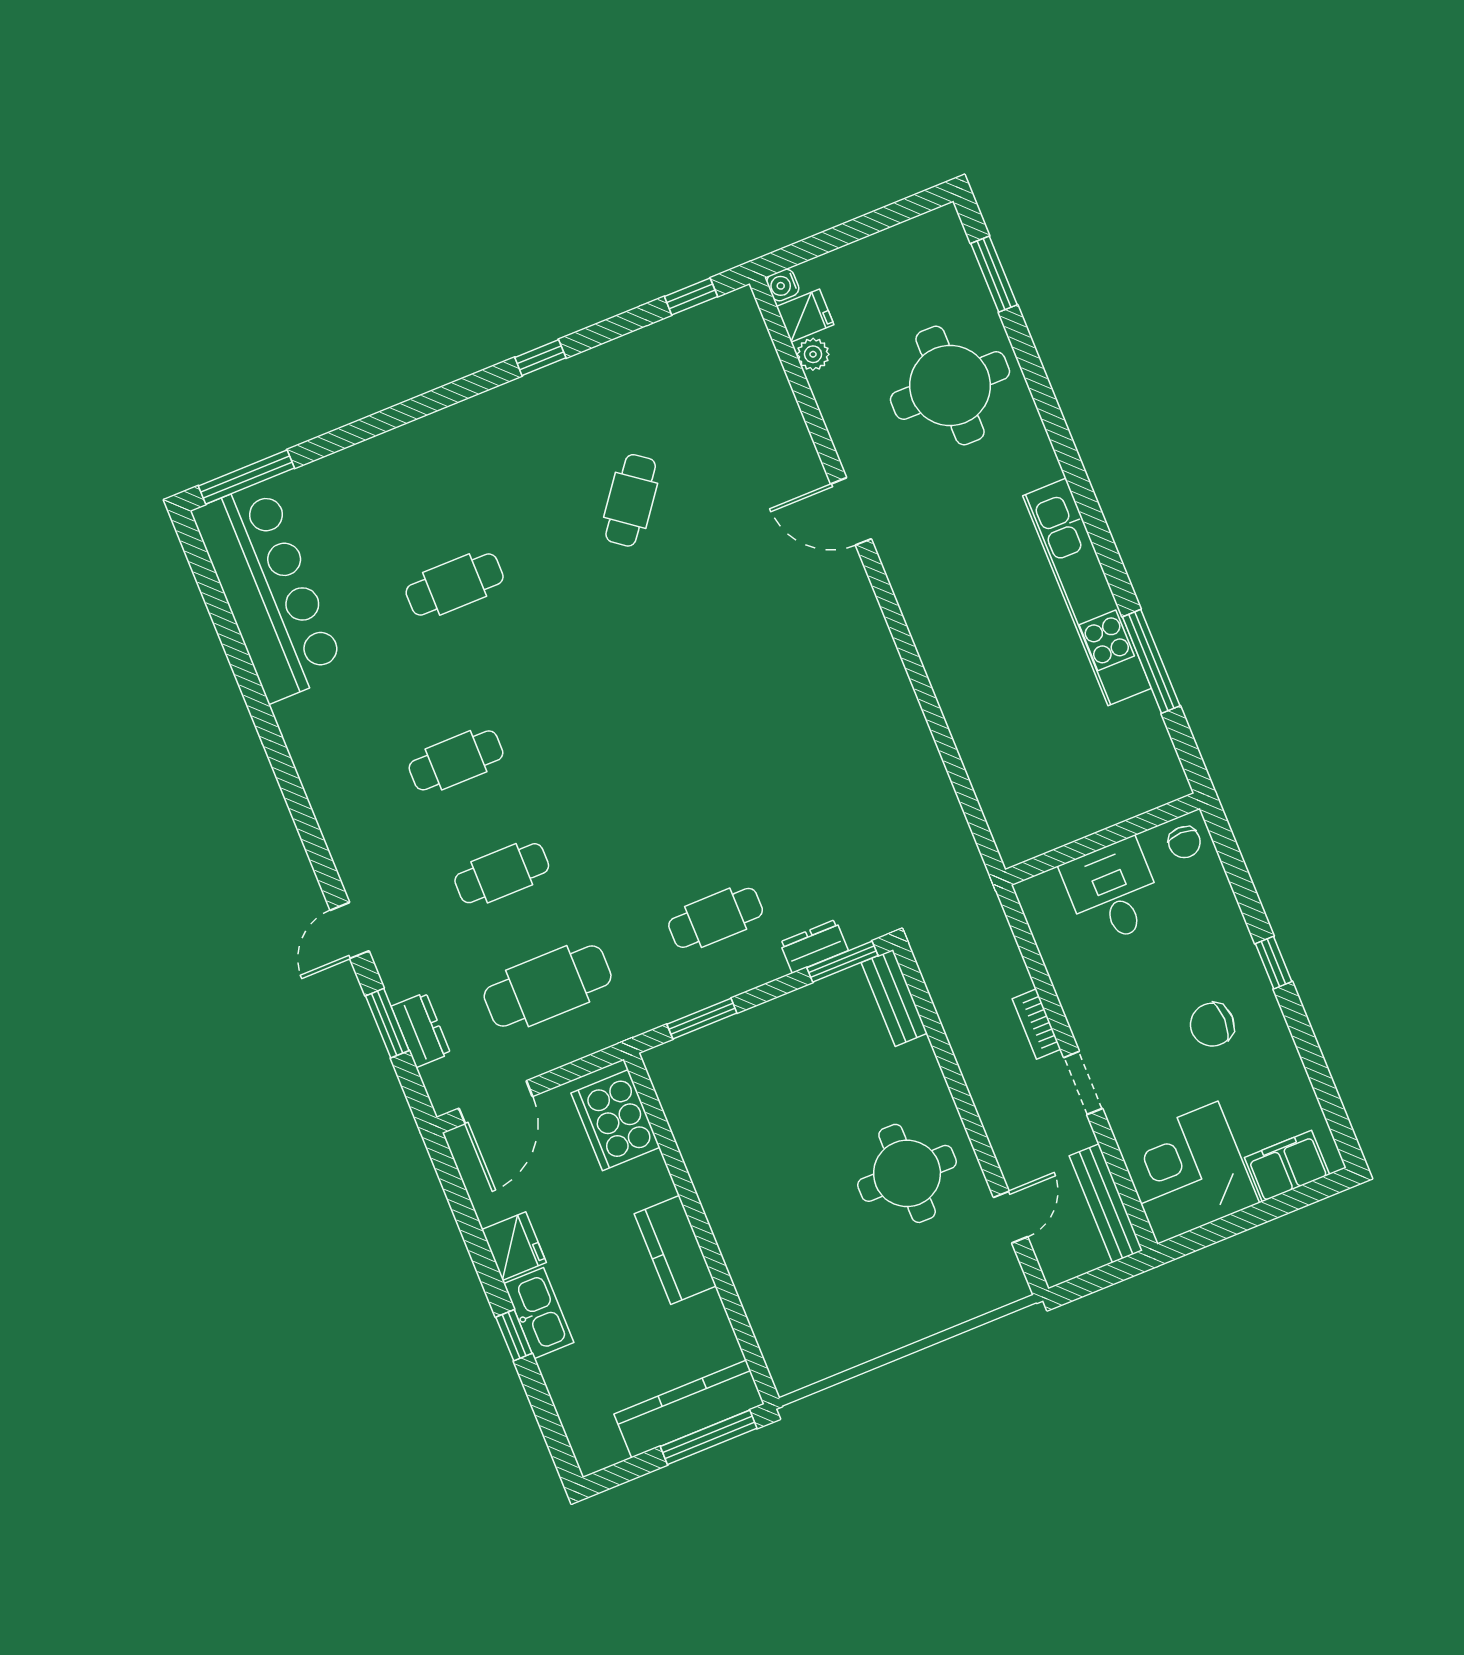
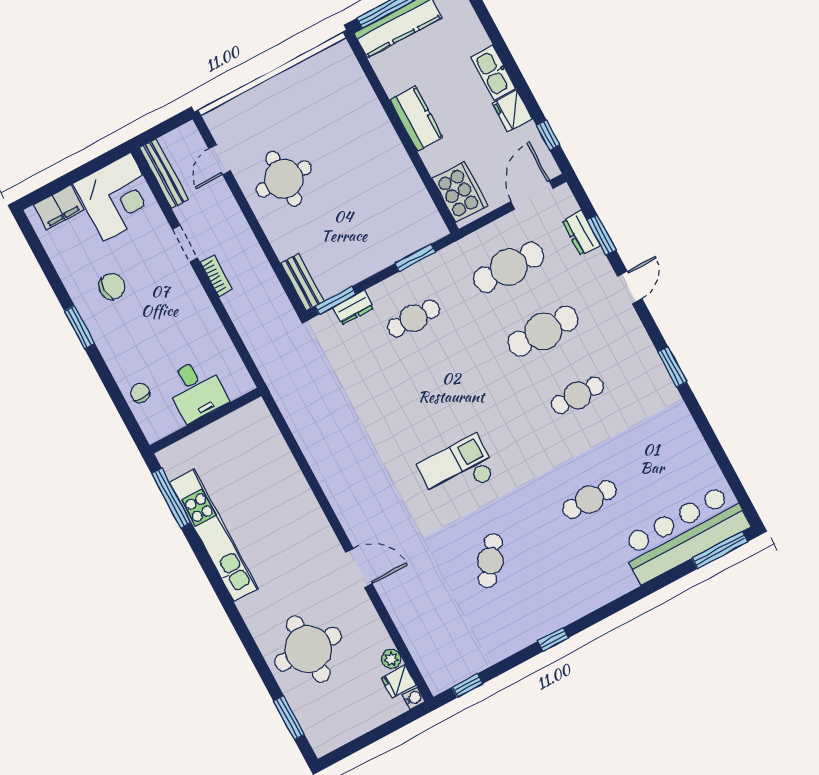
bar counter: (269, 592) -> (684, 534), moved, turned 90
checkout: (670, 658) -> (457, 470), added
window: (293, 791) -> (672, 367), added
wall: (1103, 839) -> (205, 421), moved
cafe table: (502, 873) -> (543, 331), width x1.37, depth x1.35
desk: (1113, 892) -> (196, 390), moved
window: (1274, 963) -> (80, 327), width x1.50
window: (514, 1335) -> (548, 135), moved

